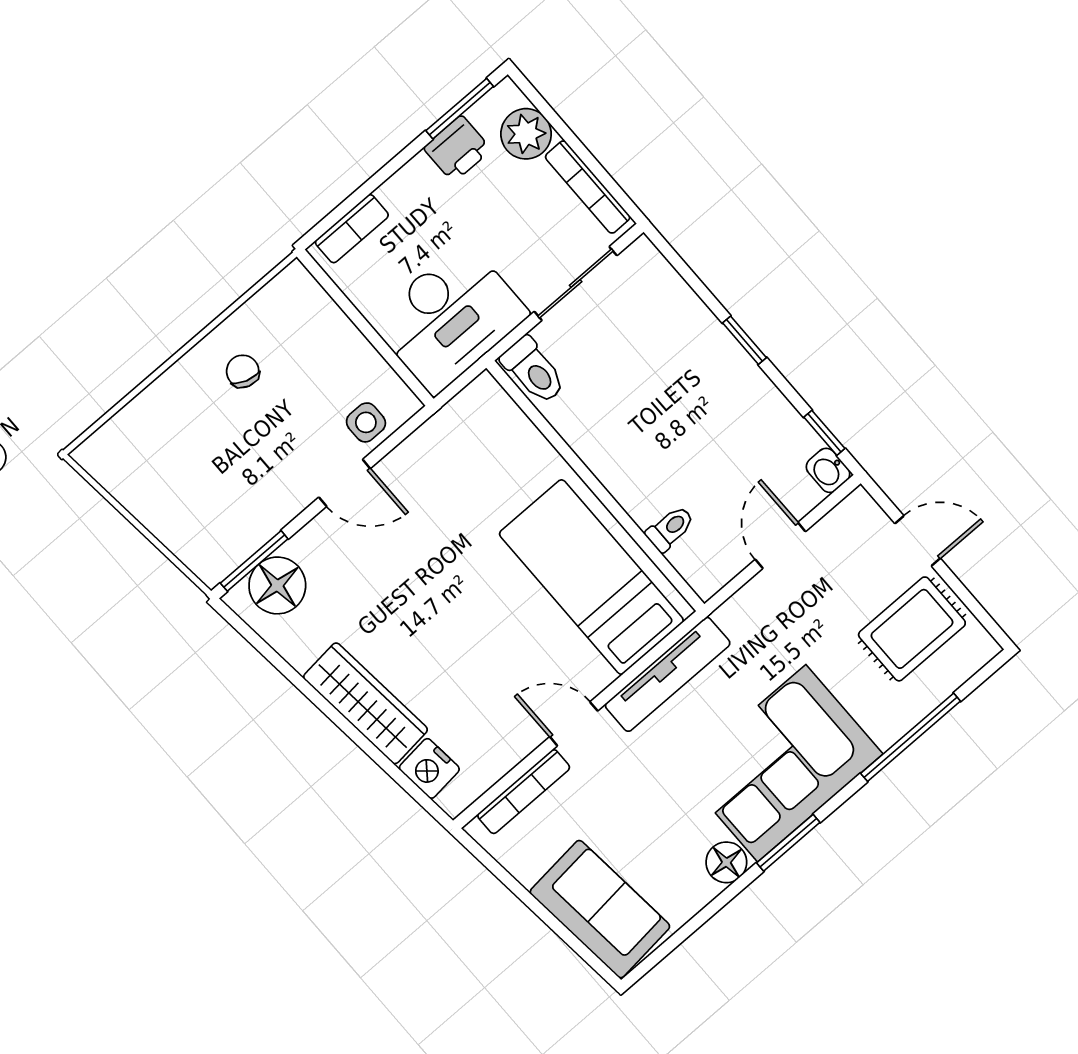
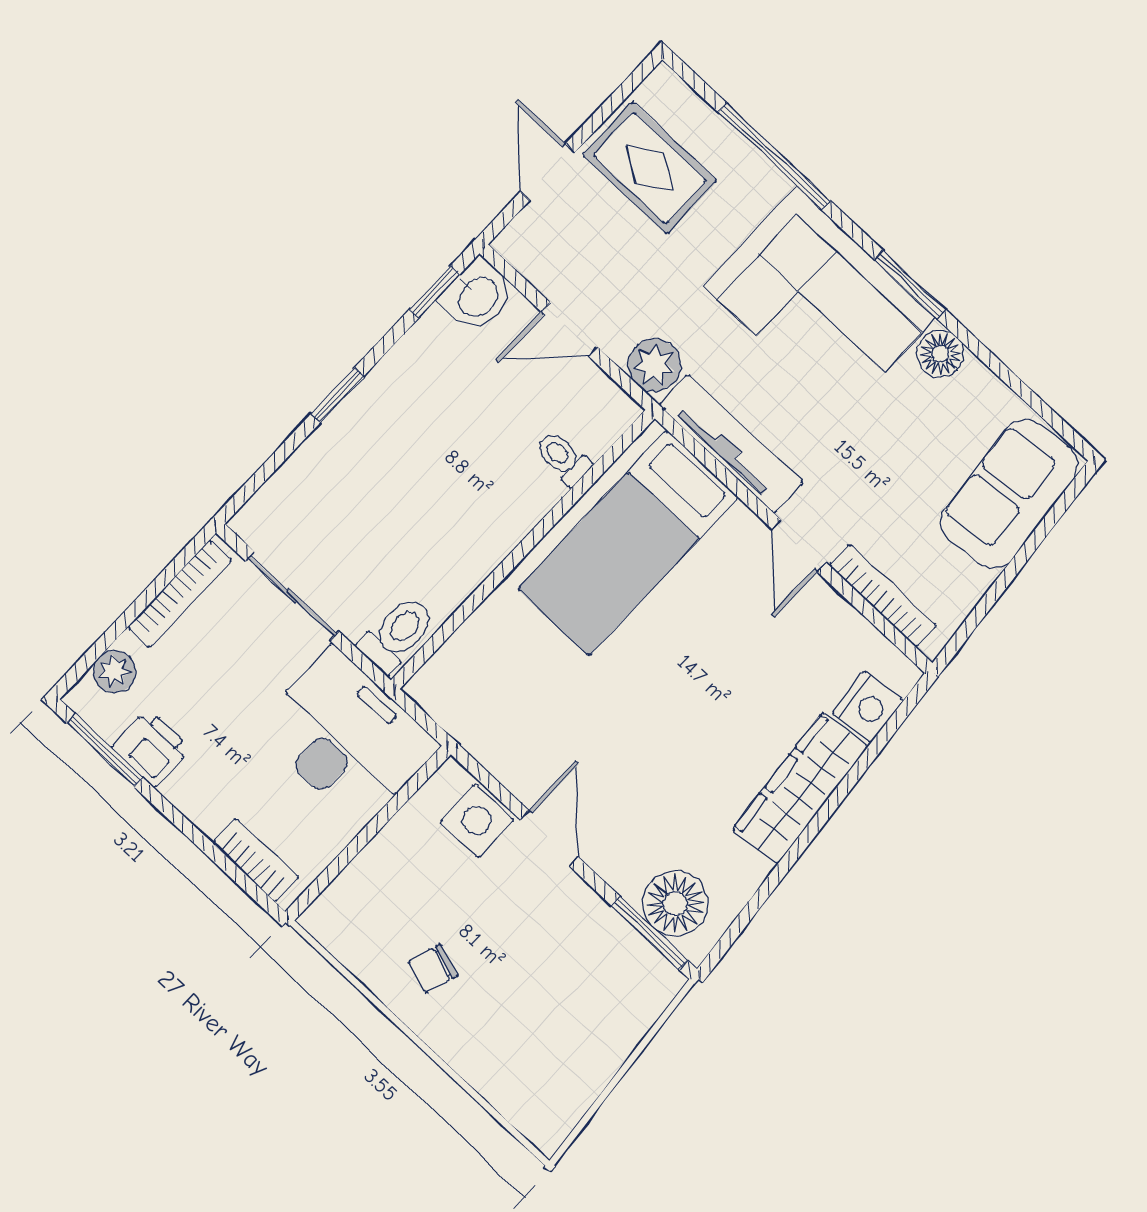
plant: (526, 134) -> (115, 671), width x0.73, depth x0.73
side table: (366, 422) -> (477, 821), width x1.37, depth x1.37
washbasin: (828, 470) -> (477, 296), width x1.38, depth x1.45
plant: (742, 616) -> (654, 365), added

